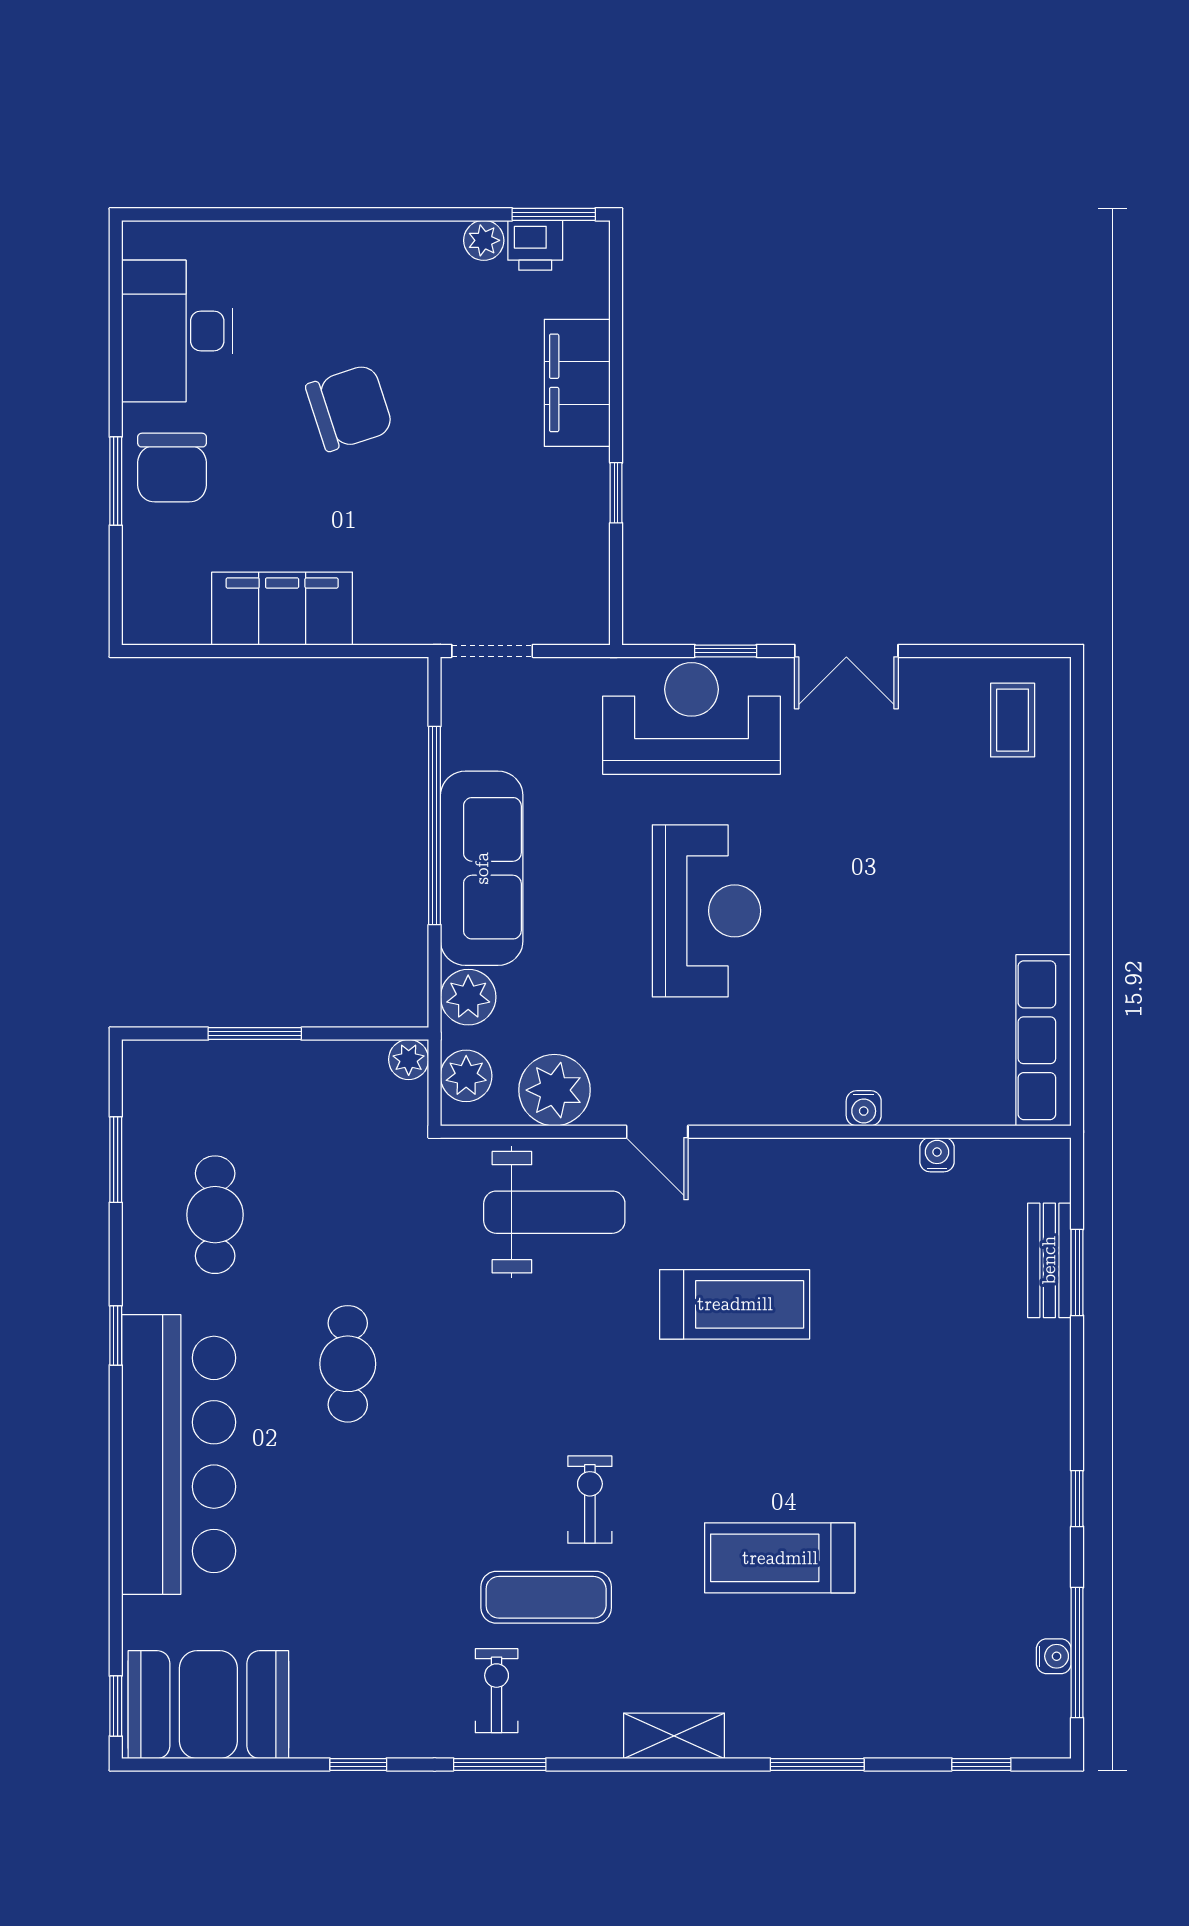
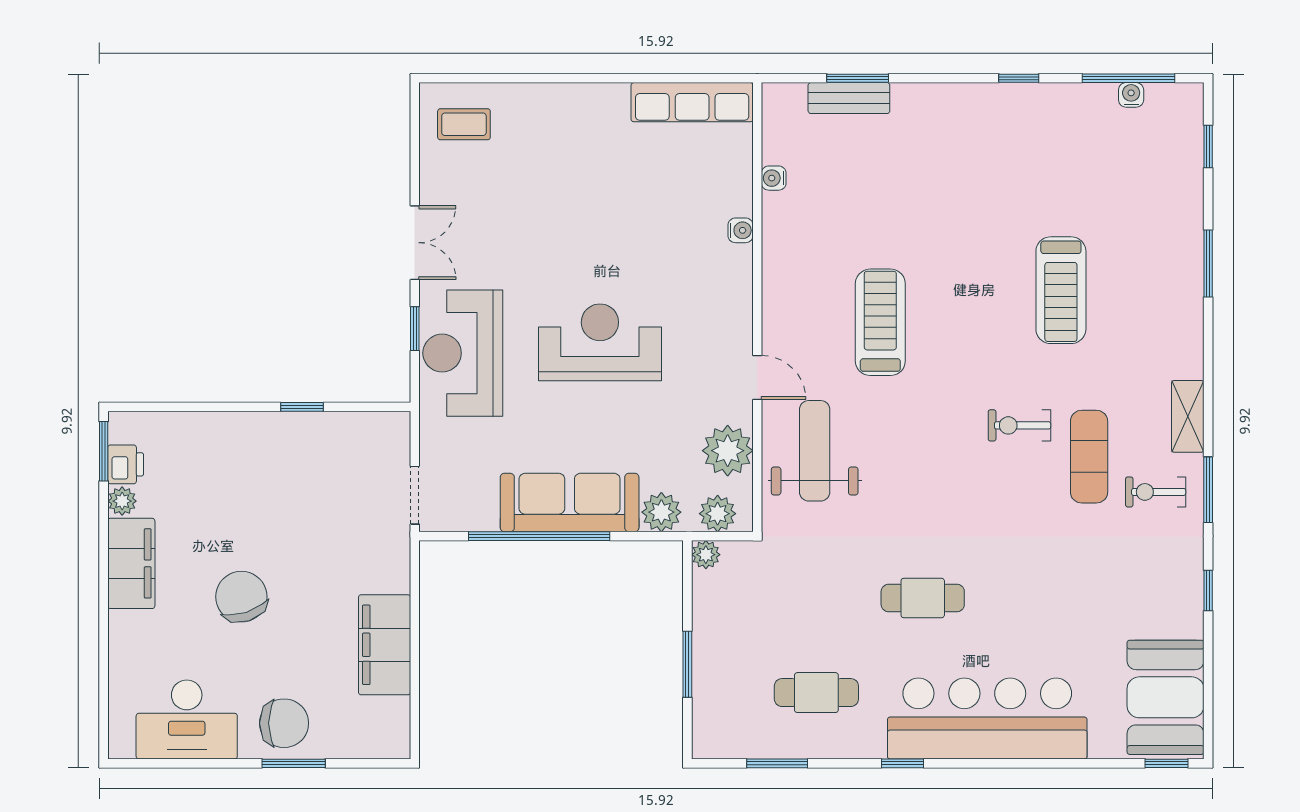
filing cabinet: (577, 383) -> (131, 563), moved, turned -90
door: (657, 1132) -> (757, 377), hinge flipped
shelving: (674, 1736) -> (1188, 416), moved

